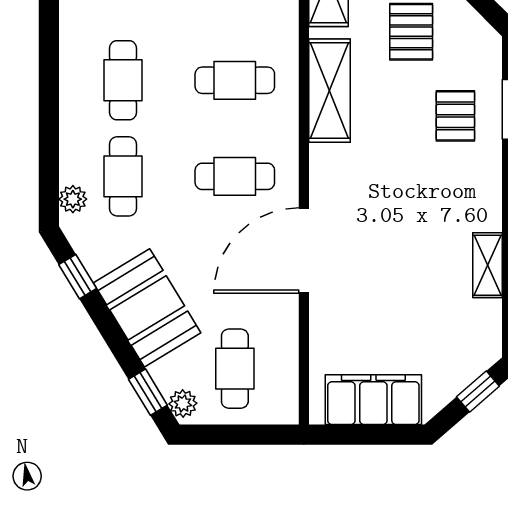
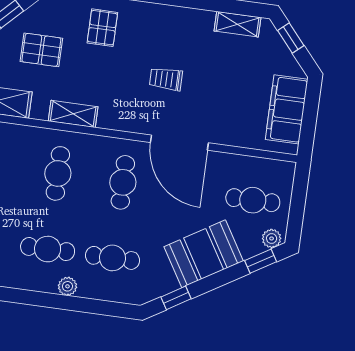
shelving: (330, 91) -> (73, 114), width x0.67, depth x0.75
pallet: (455, 116) -> (102, 28), turned 90
plant: (73, 199) -> (67, 286), moved
trolley: (393, 218) -> (166, 79), added
shelving: (487, 265) -> (238, 24), moved

